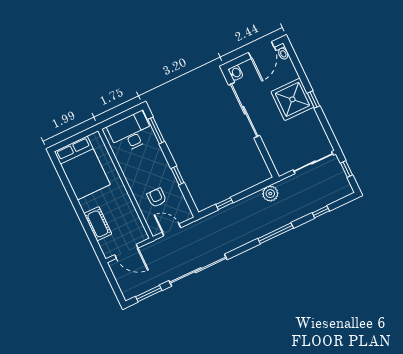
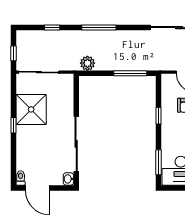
door: (261, 50) -> (38, 188), swing flipped
shower: (292, 99) -> (31, 109), moved
window: (224, 204) -> (130, 73), width x2.17

